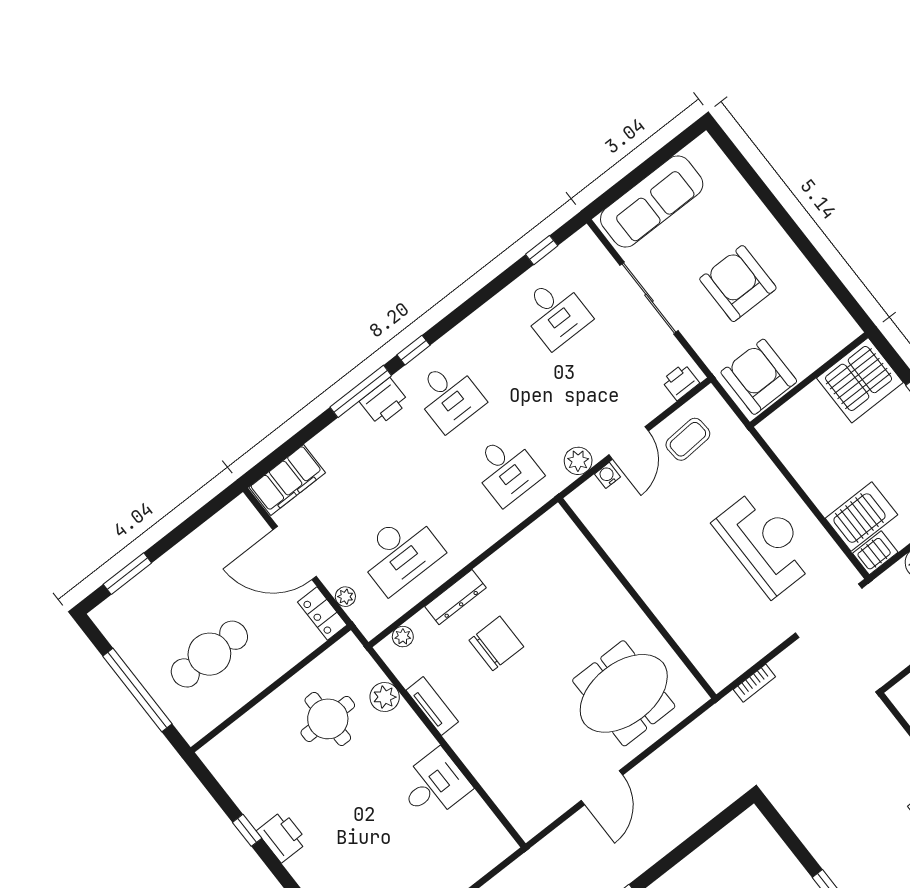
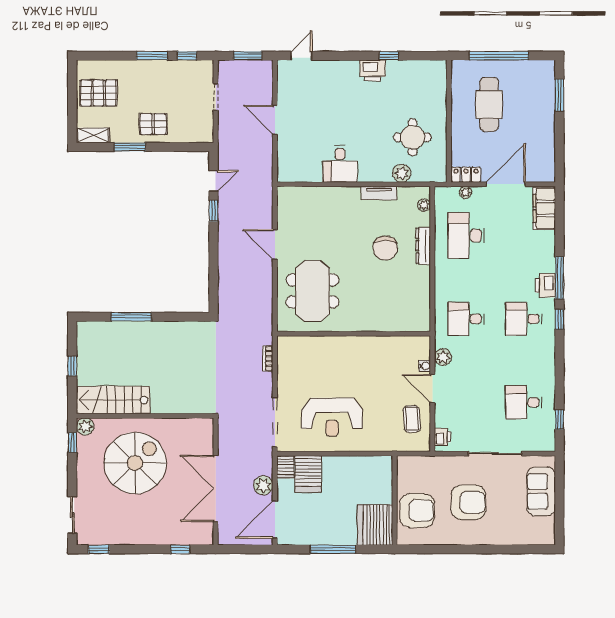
sofa: (652, 202) -> (541, 492), width x0.73
armchair: (759, 377) -> (417, 510), moved

